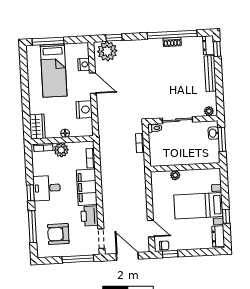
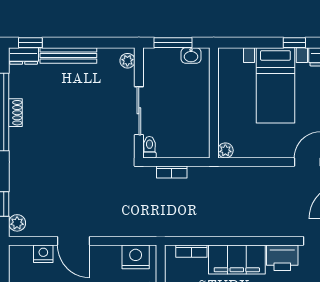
plant: (107, 51) -> (17, 223), width x0.53, depth x0.53
door: (93, 83) -> (74, 241), swing flipped
nightstand: (84, 110) -> (136, 257), moved
washbasin: (213, 133) -> (191, 56), moved
plant: (175, 175) -> (225, 150), moved

